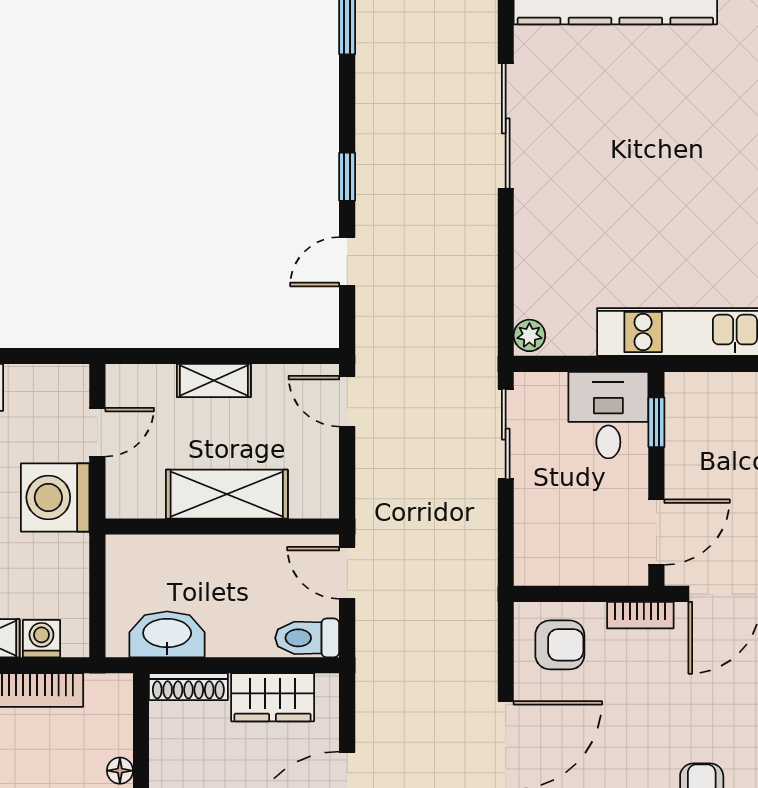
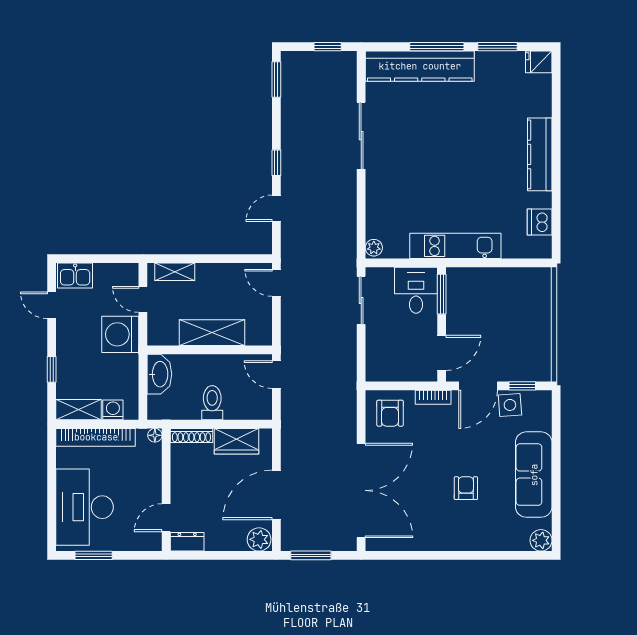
shelving: (214, 381) -> (175, 272), moved
window: (656, 422) -> (442, 294), width x1.50
door: (97, 432) -> (143, 299), swing flipped
washbasin: (167, 634) -> (159, 374), moved, turned 90
toilet: (307, 638) -> (212, 403), moved, turned 90
armchair: (560, 645) -> (390, 413), turned 90
floor lamp: (120, 771) -> (155, 435), moved

